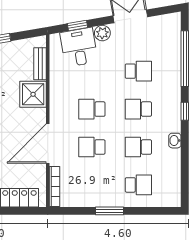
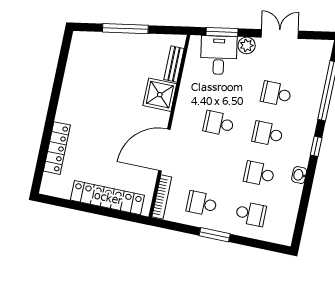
window: (78, 26) -> (222, 32), width x1.50
school desk: (138, 71) -> (276, 94), turned 180
school desk: (92, 147) -> (202, 203), moved

